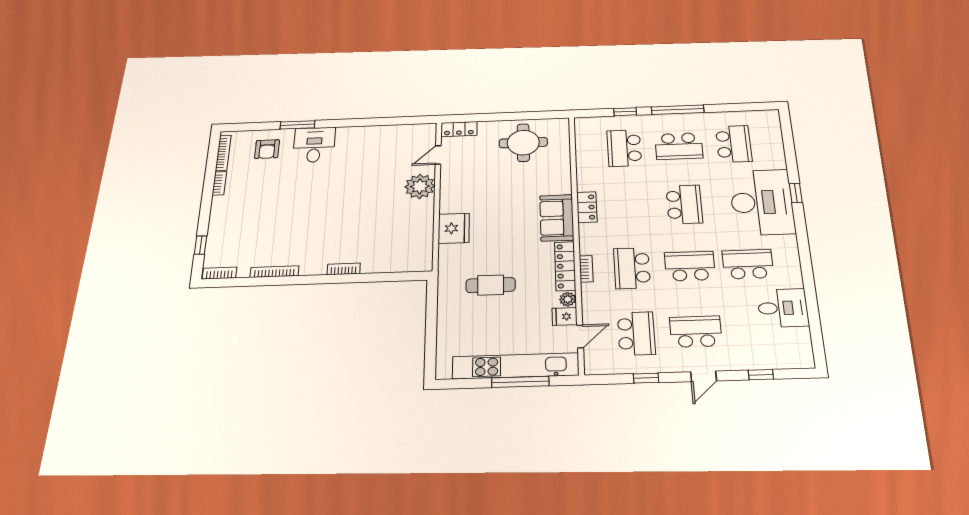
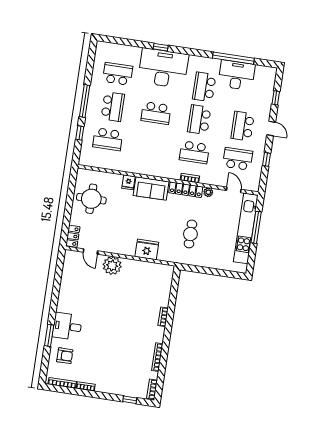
school desk: (684, 204) -> (156, 113), turned 180
locker: (587, 207) -> (147, 170), removed
window: (811, 298) -> (233, 58), added
desk: (783, 308) -> (237, 75), width x1.37
fridge: (565, 316) -> (128, 182), moved

